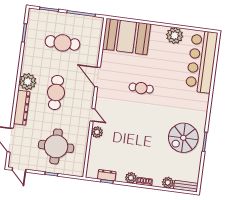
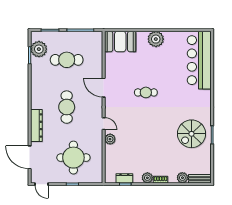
plant: (175, 35) -> (156, 39), moved
booth: (127, 36) -> (120, 41), width x0.73, depth x0.70
plant: (28, 82) -> (39, 49), moved

